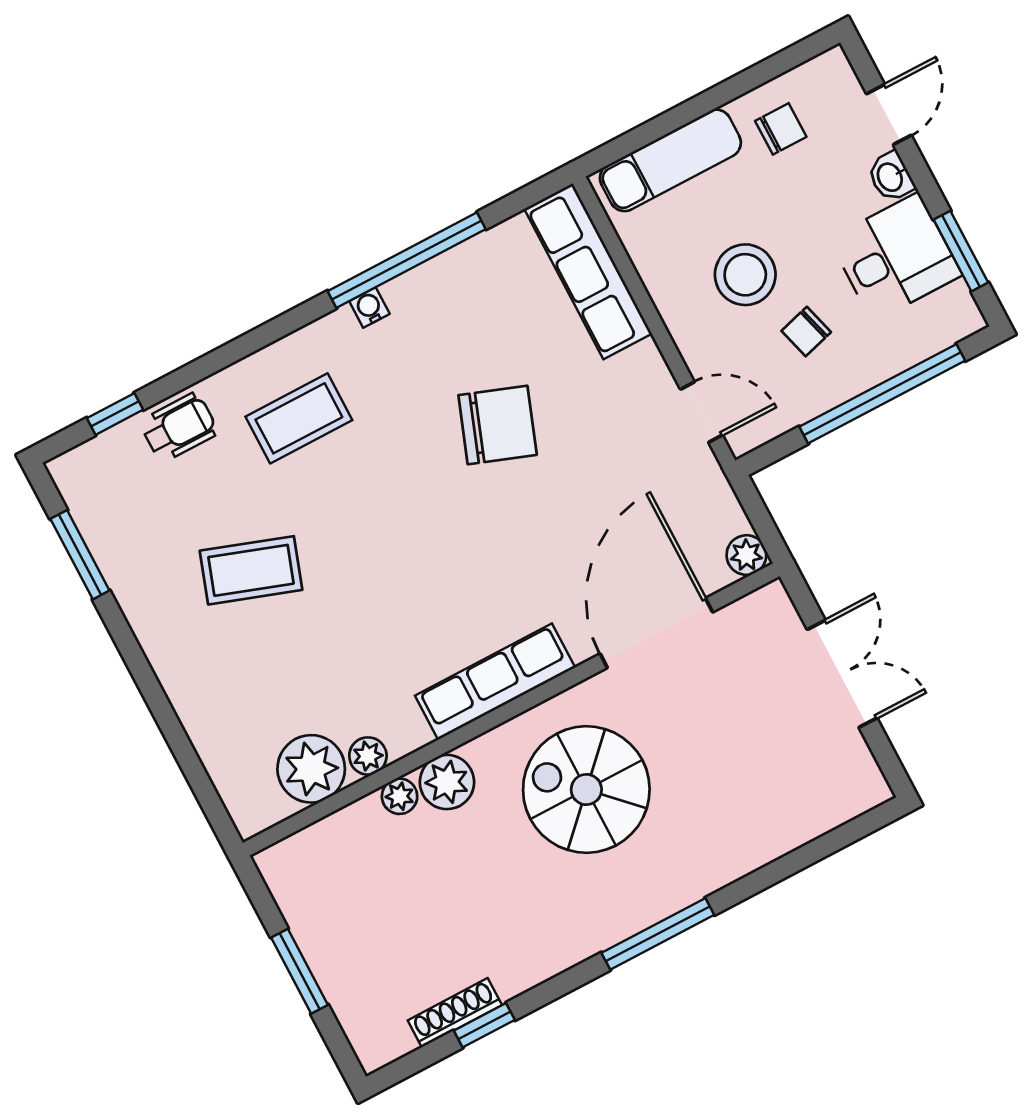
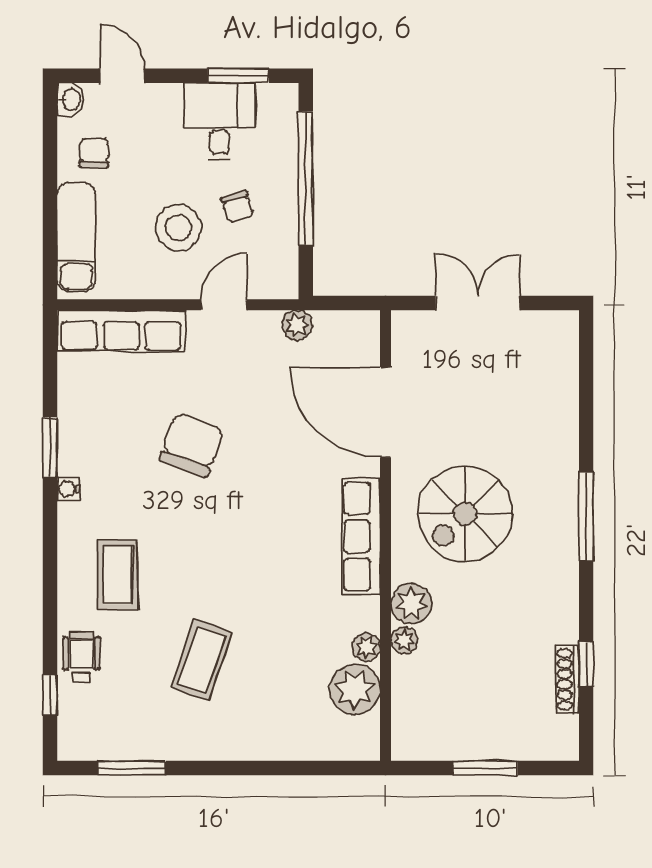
washbasin: (891, 177) -> (71, 100), moved, turned -90
window: (407, 260) -> (50, 448), width x0.47
door: (701, 412) -> (224, 305), moved
plant: (746, 555) -> (297, 325), moved

